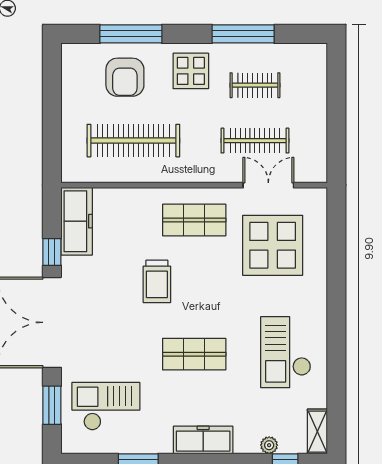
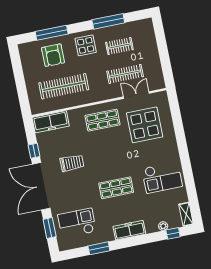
freezer: (77, 221) -> (51, 122), moved, turned 90
trolley: (157, 281) -> (72, 163), moved, turned -90
checkout: (286, 352) -> (162, 177), turned -90

